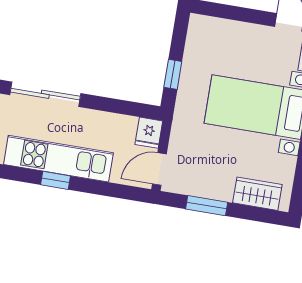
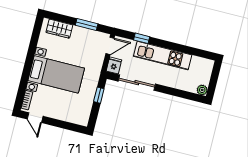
sliding door: (45, 94) -> (137, 83), moved
window: (55, 180) -> (142, 38), moved

